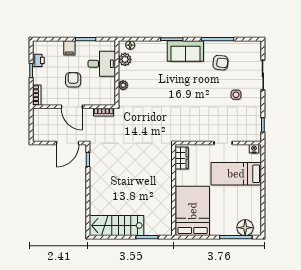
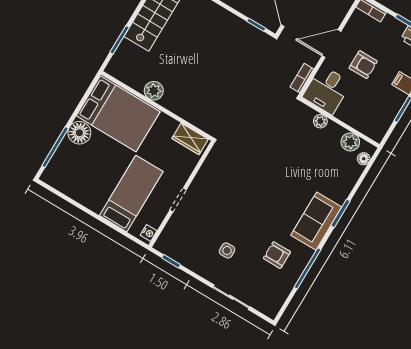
armchair: (221, 63) -> (277, 255), turned 84
desk: (102, 64) -> (327, 90), moved
plant: (166, 198) -> (154, 91), added
floor lamp: (245, 228) -> (79, 133), moved

